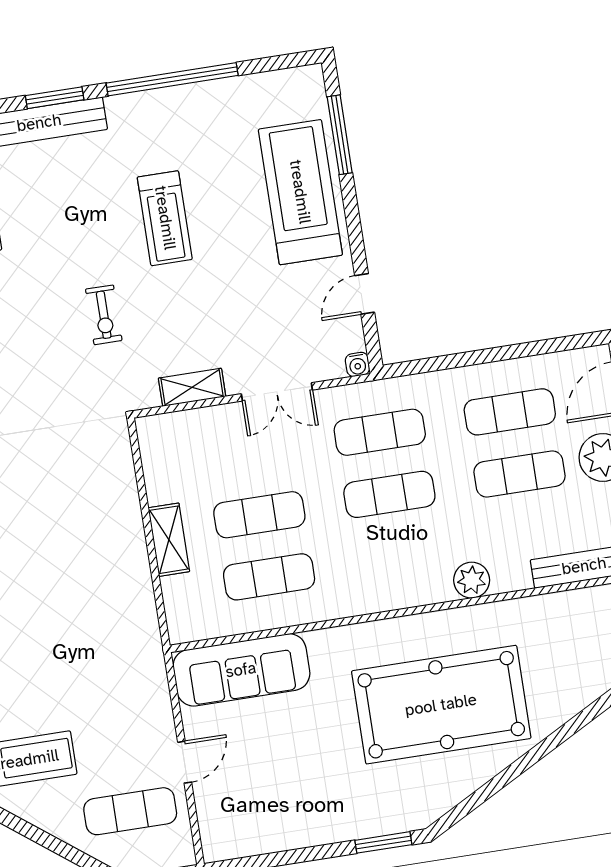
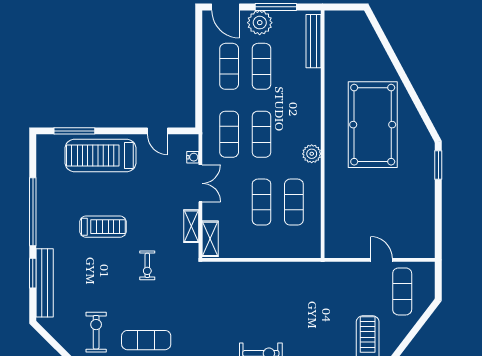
exercise bike: (104, 315) -> (147, 265), turned 90
water cooler: (357, 364) -> (193, 157), moved
shelving: (169, 540) -> (210, 239), moved, turned 90
plant: (472, 580) -> (312, 154), moved
sofa: (241, 670) -> (339, 224), removed

